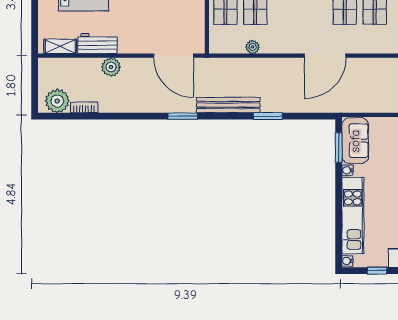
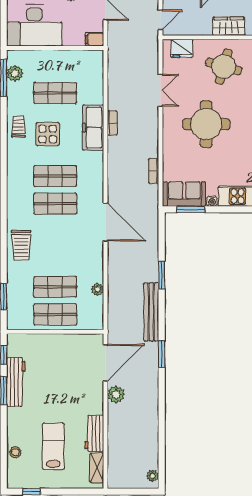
plant: (111, 67) -> (116, 394), moved
plant: (57, 101) -> (153, 476), width x0.53, depth x0.53
bookcase: (84, 107) -> (154, 171), moved

